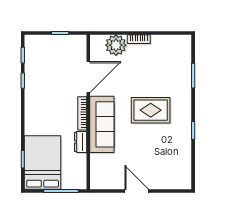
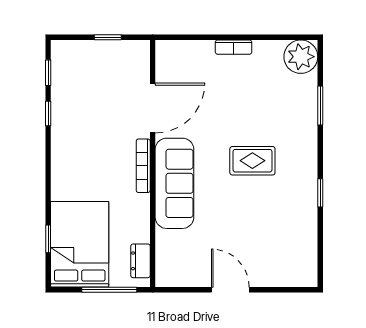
plant: (116, 45) -> (301, 57), moved
rug: (151, 110) -> (252, 161), width x0.73, depth x0.70
dresser: (81, 142) -> (140, 261), moved

